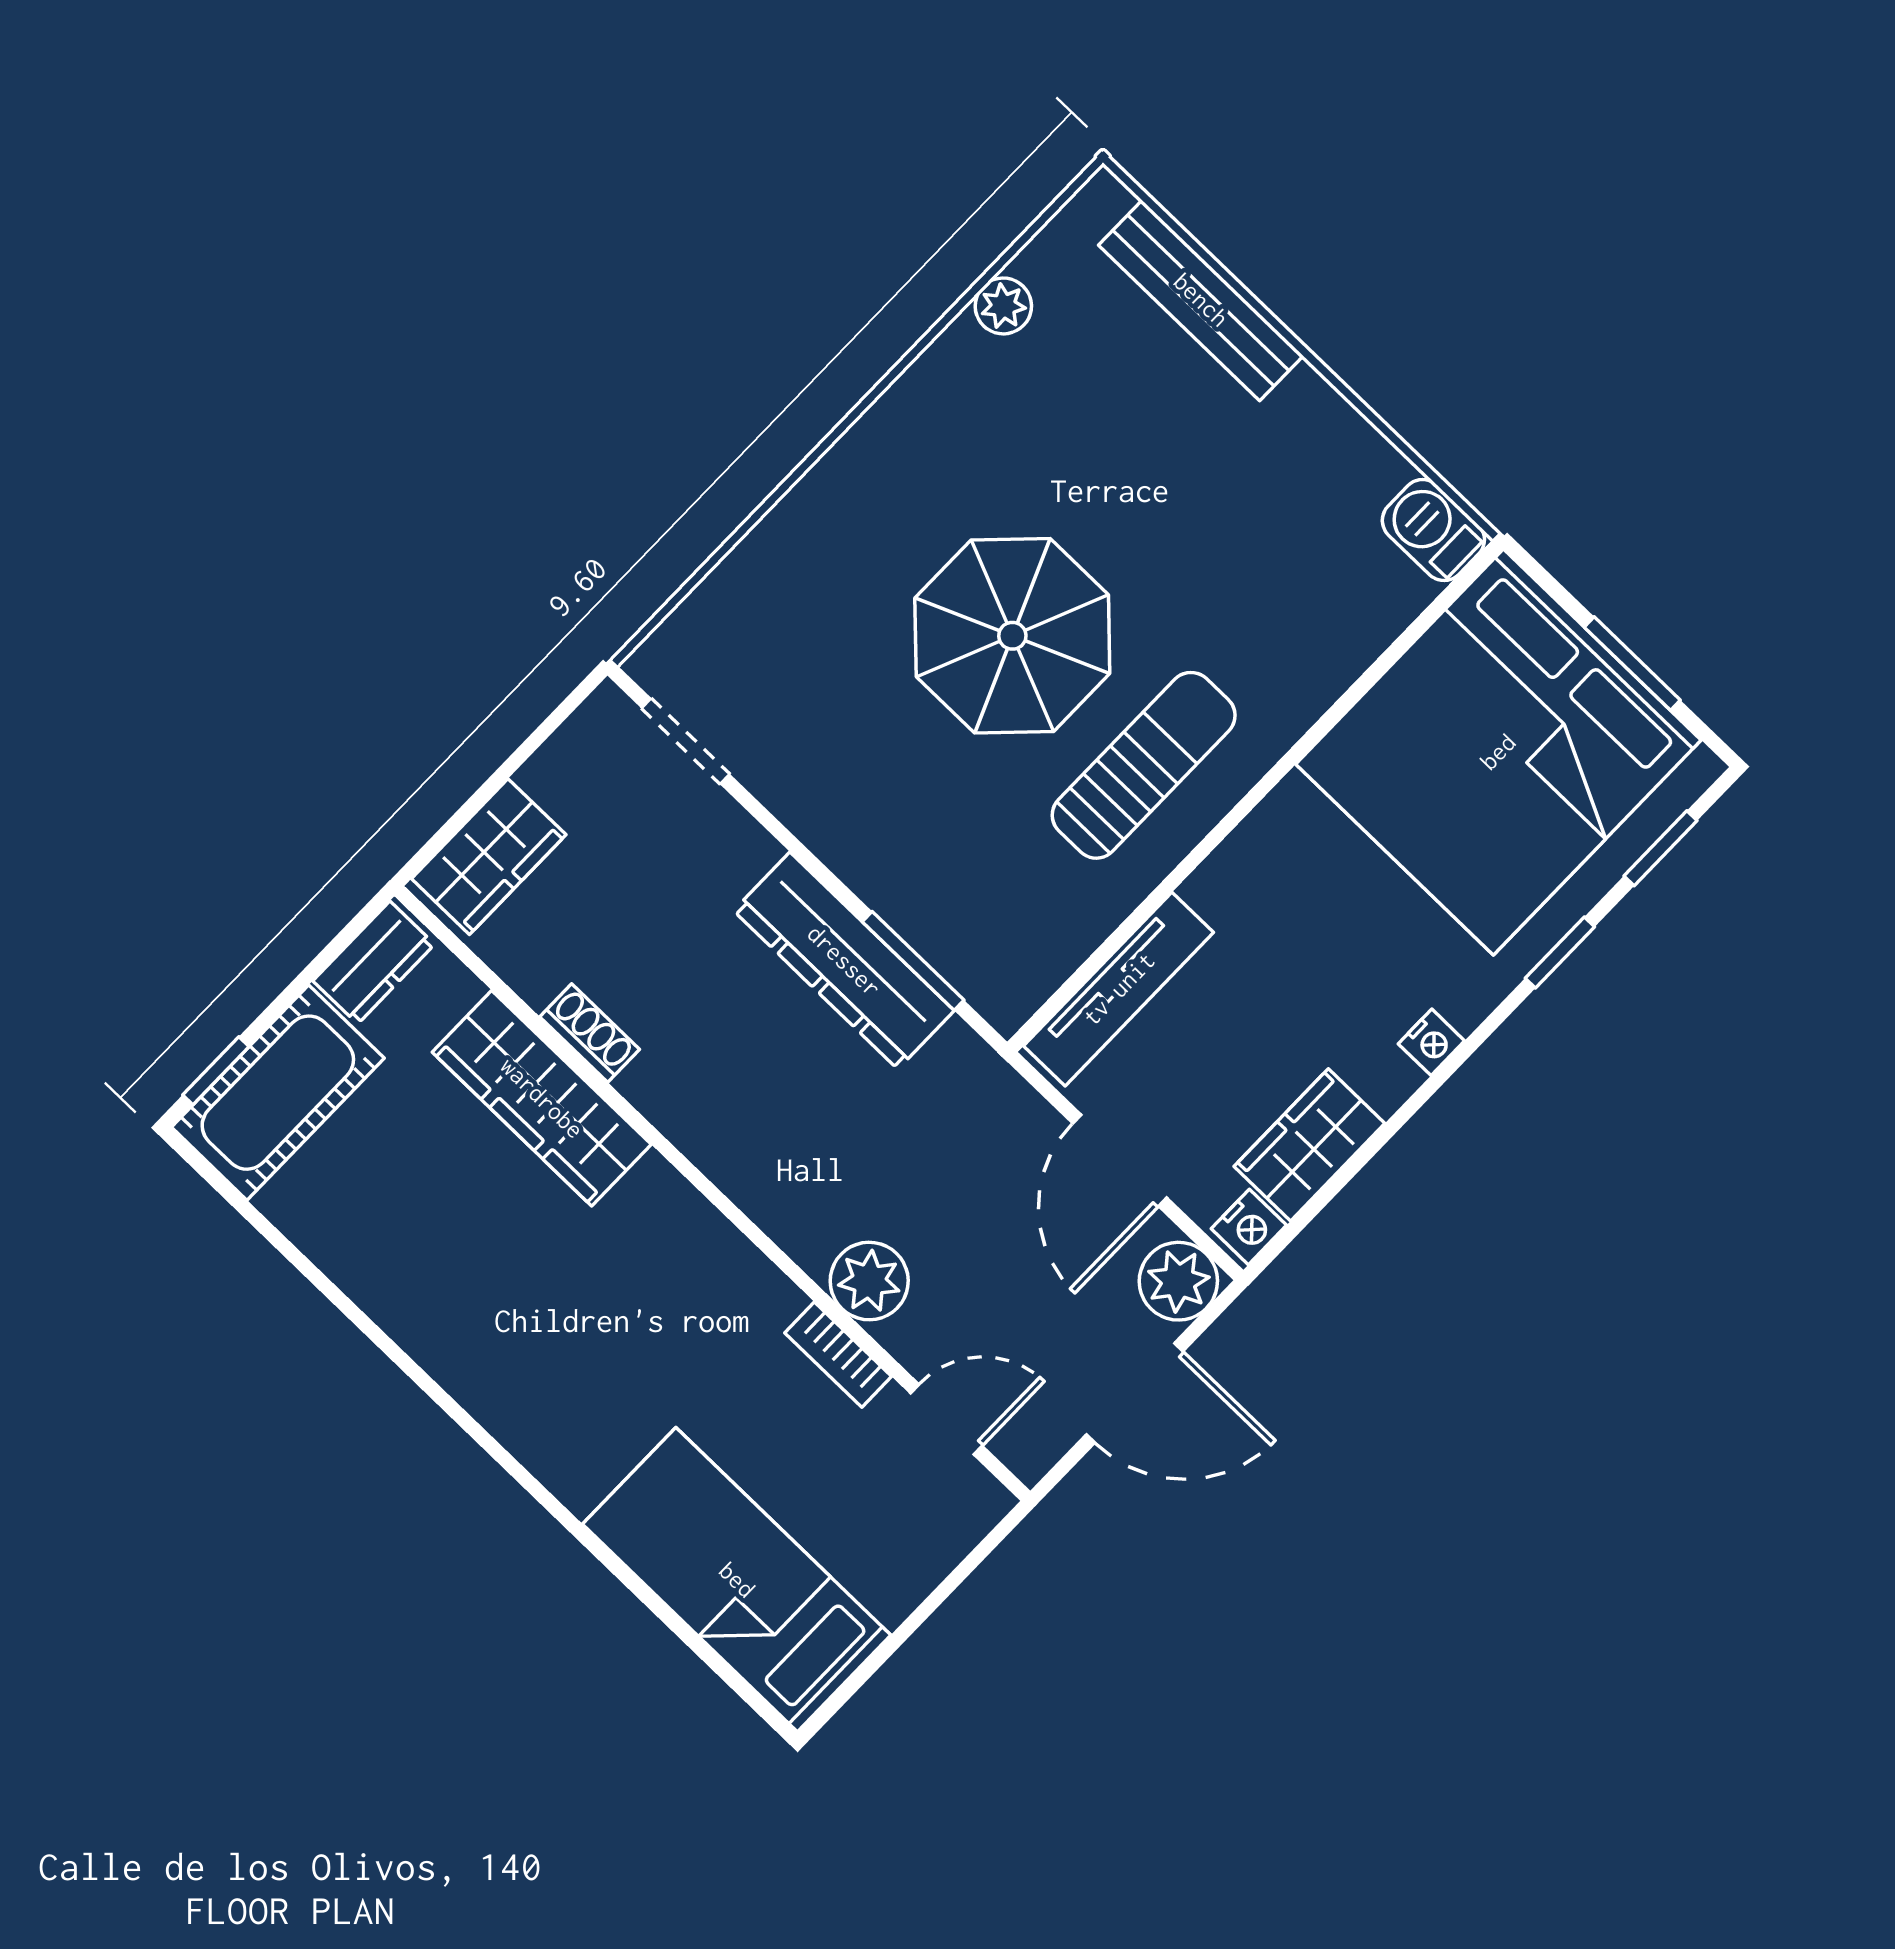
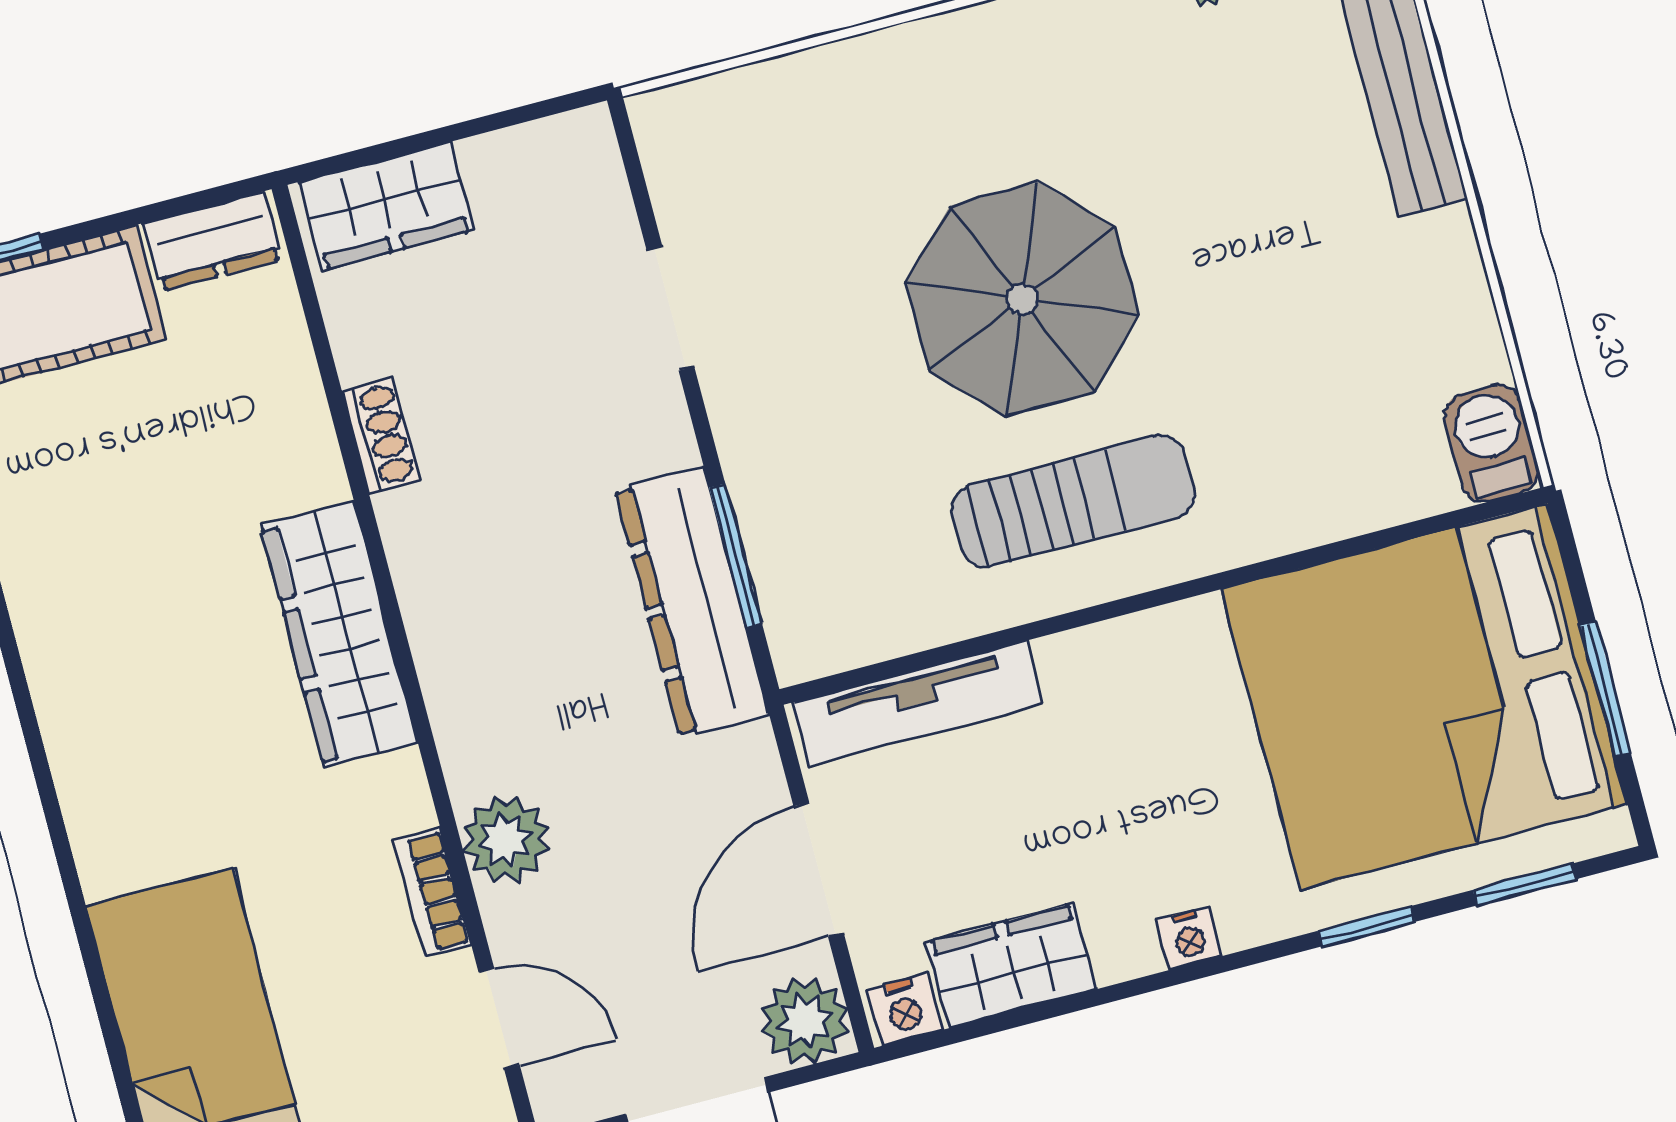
doorway: (686, 741) -> (670, 309), moved
dresser: (844, 961) -> (692, 602), moved
wardrobe: (542, 1098) -> (339, 634), moved

